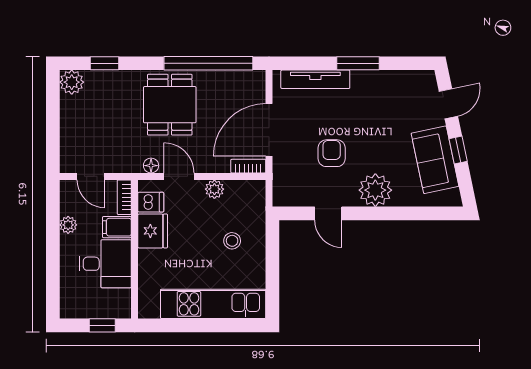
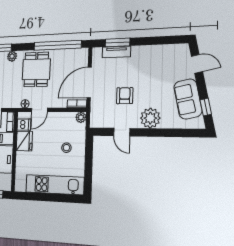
window: (358, 63) -> (117, 42), moved
tv unit: (315, 79) -> (116, 52), width x0.71
plant: (121, 80) -> (12, 56), added
door: (448, 104) -> (197, 64), hinge flipped
window: (458, 150) -> (206, 107), moved
door: (179, 176) -> (39, 110), swing flipped
plant: (214, 189) -> (81, 117), moved

